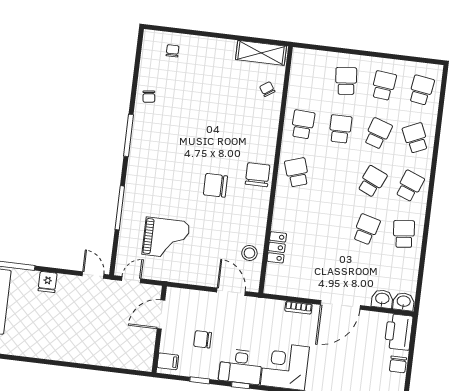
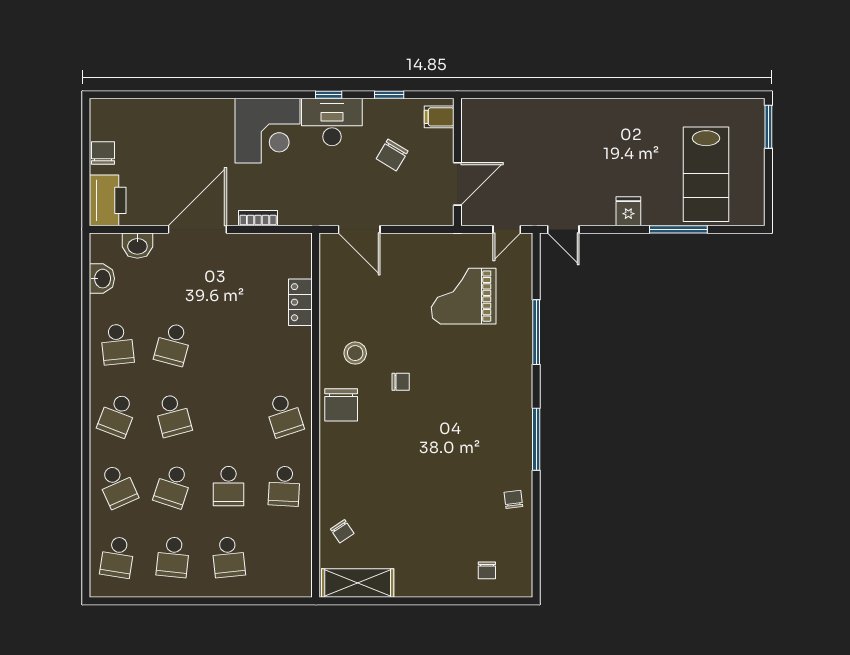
school desk: (372, 181) -> (173, 415), turned -39
chair: (215, 185) -> (401, 382), width x0.54, depth x0.54
stool: (249, 253) -> (355, 353), moved
washbasin: (404, 302) -> (102, 279), moved, turned -90
chair: (203, 339) -> (392, 155), turned 121

